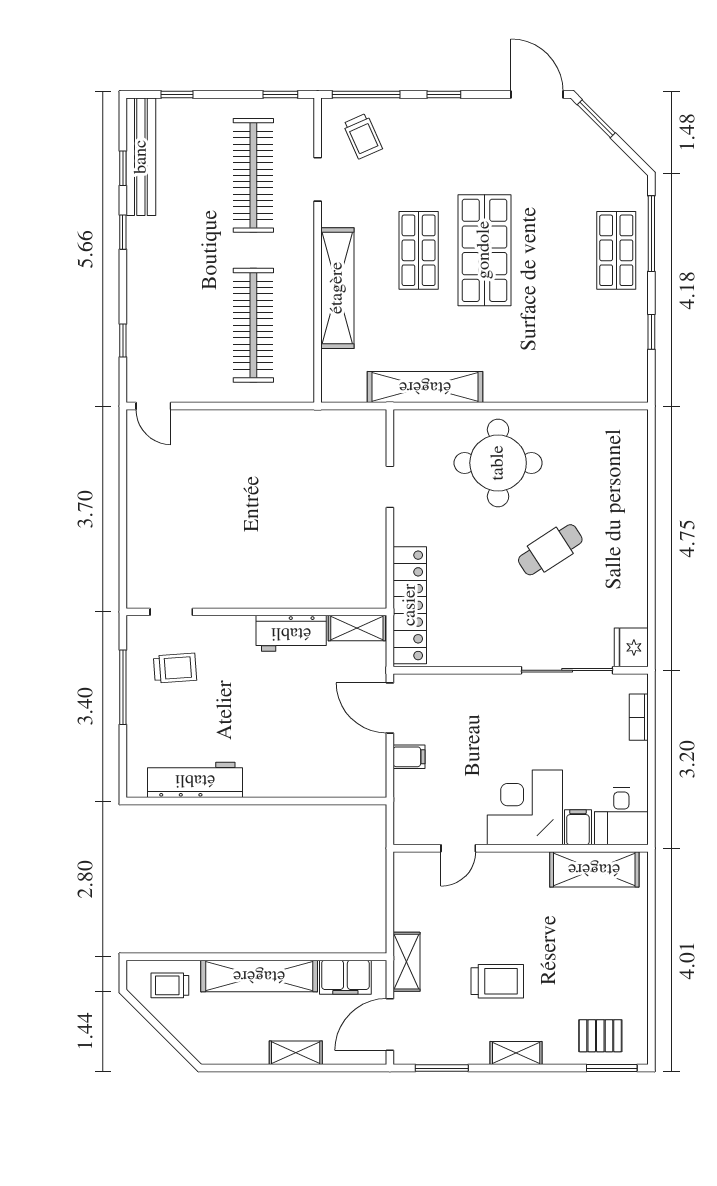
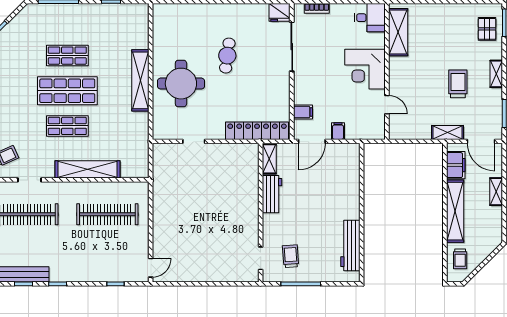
shop shelf: (616, 250) -> (67, 56), moved
shelving: (425, 387) -> (140, 80), moved
cafe table: (550, 550) -> (227, 56), turned 41
filing cabinet: (578, 827) -> (303, 112), moved, turned 180

